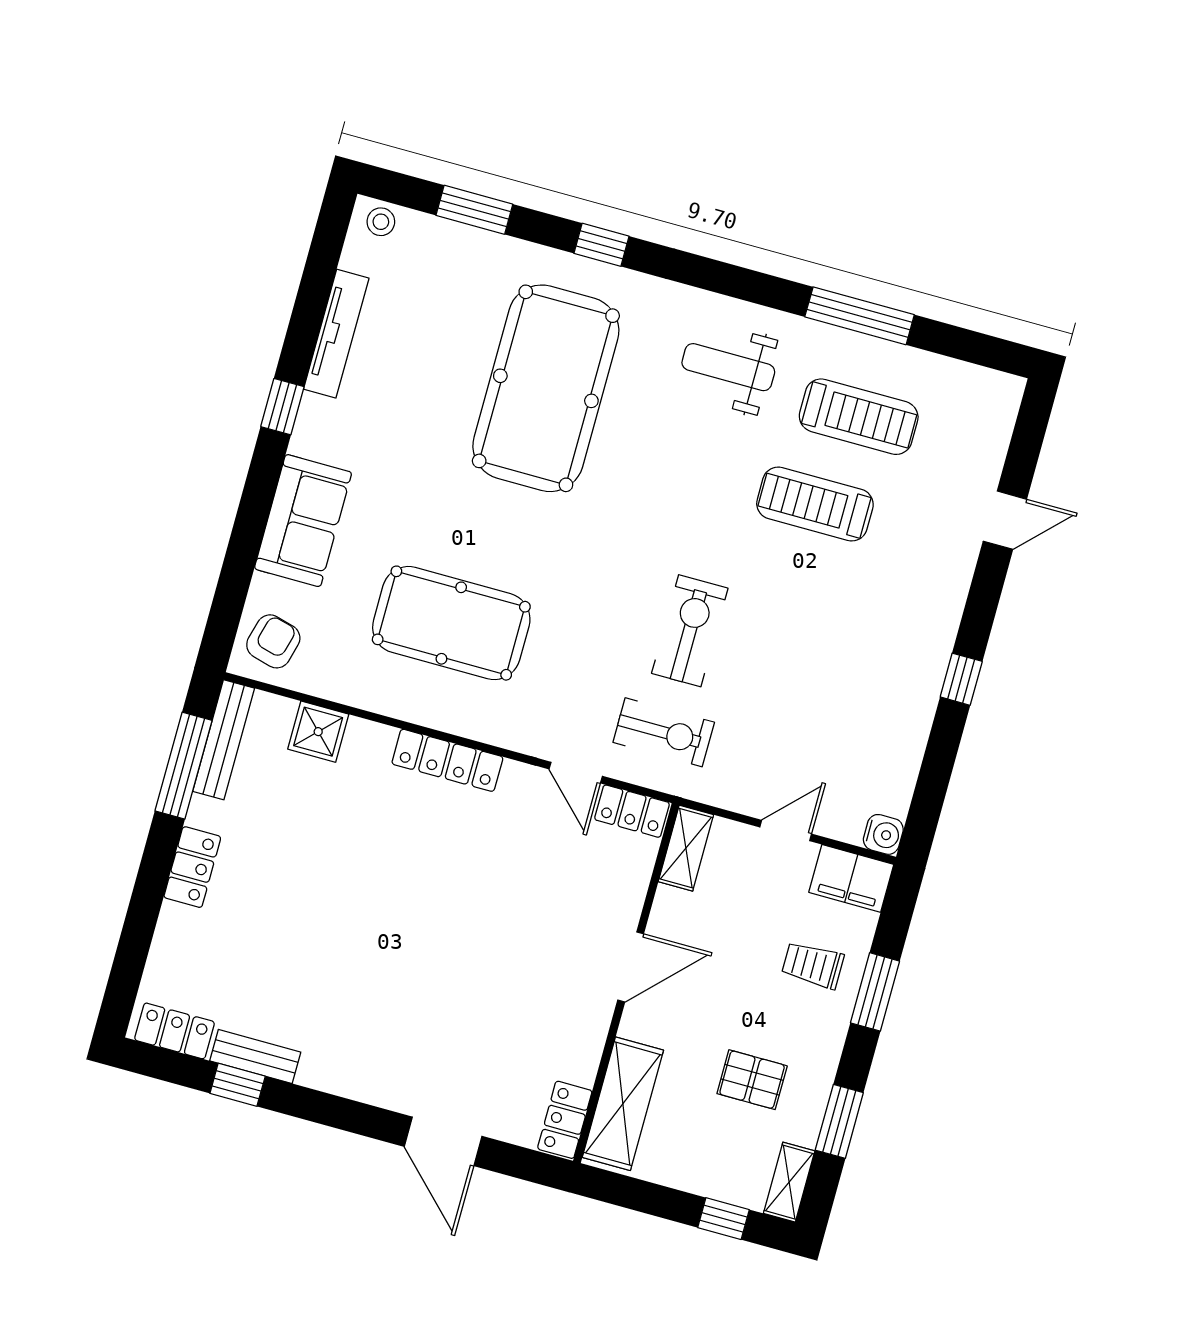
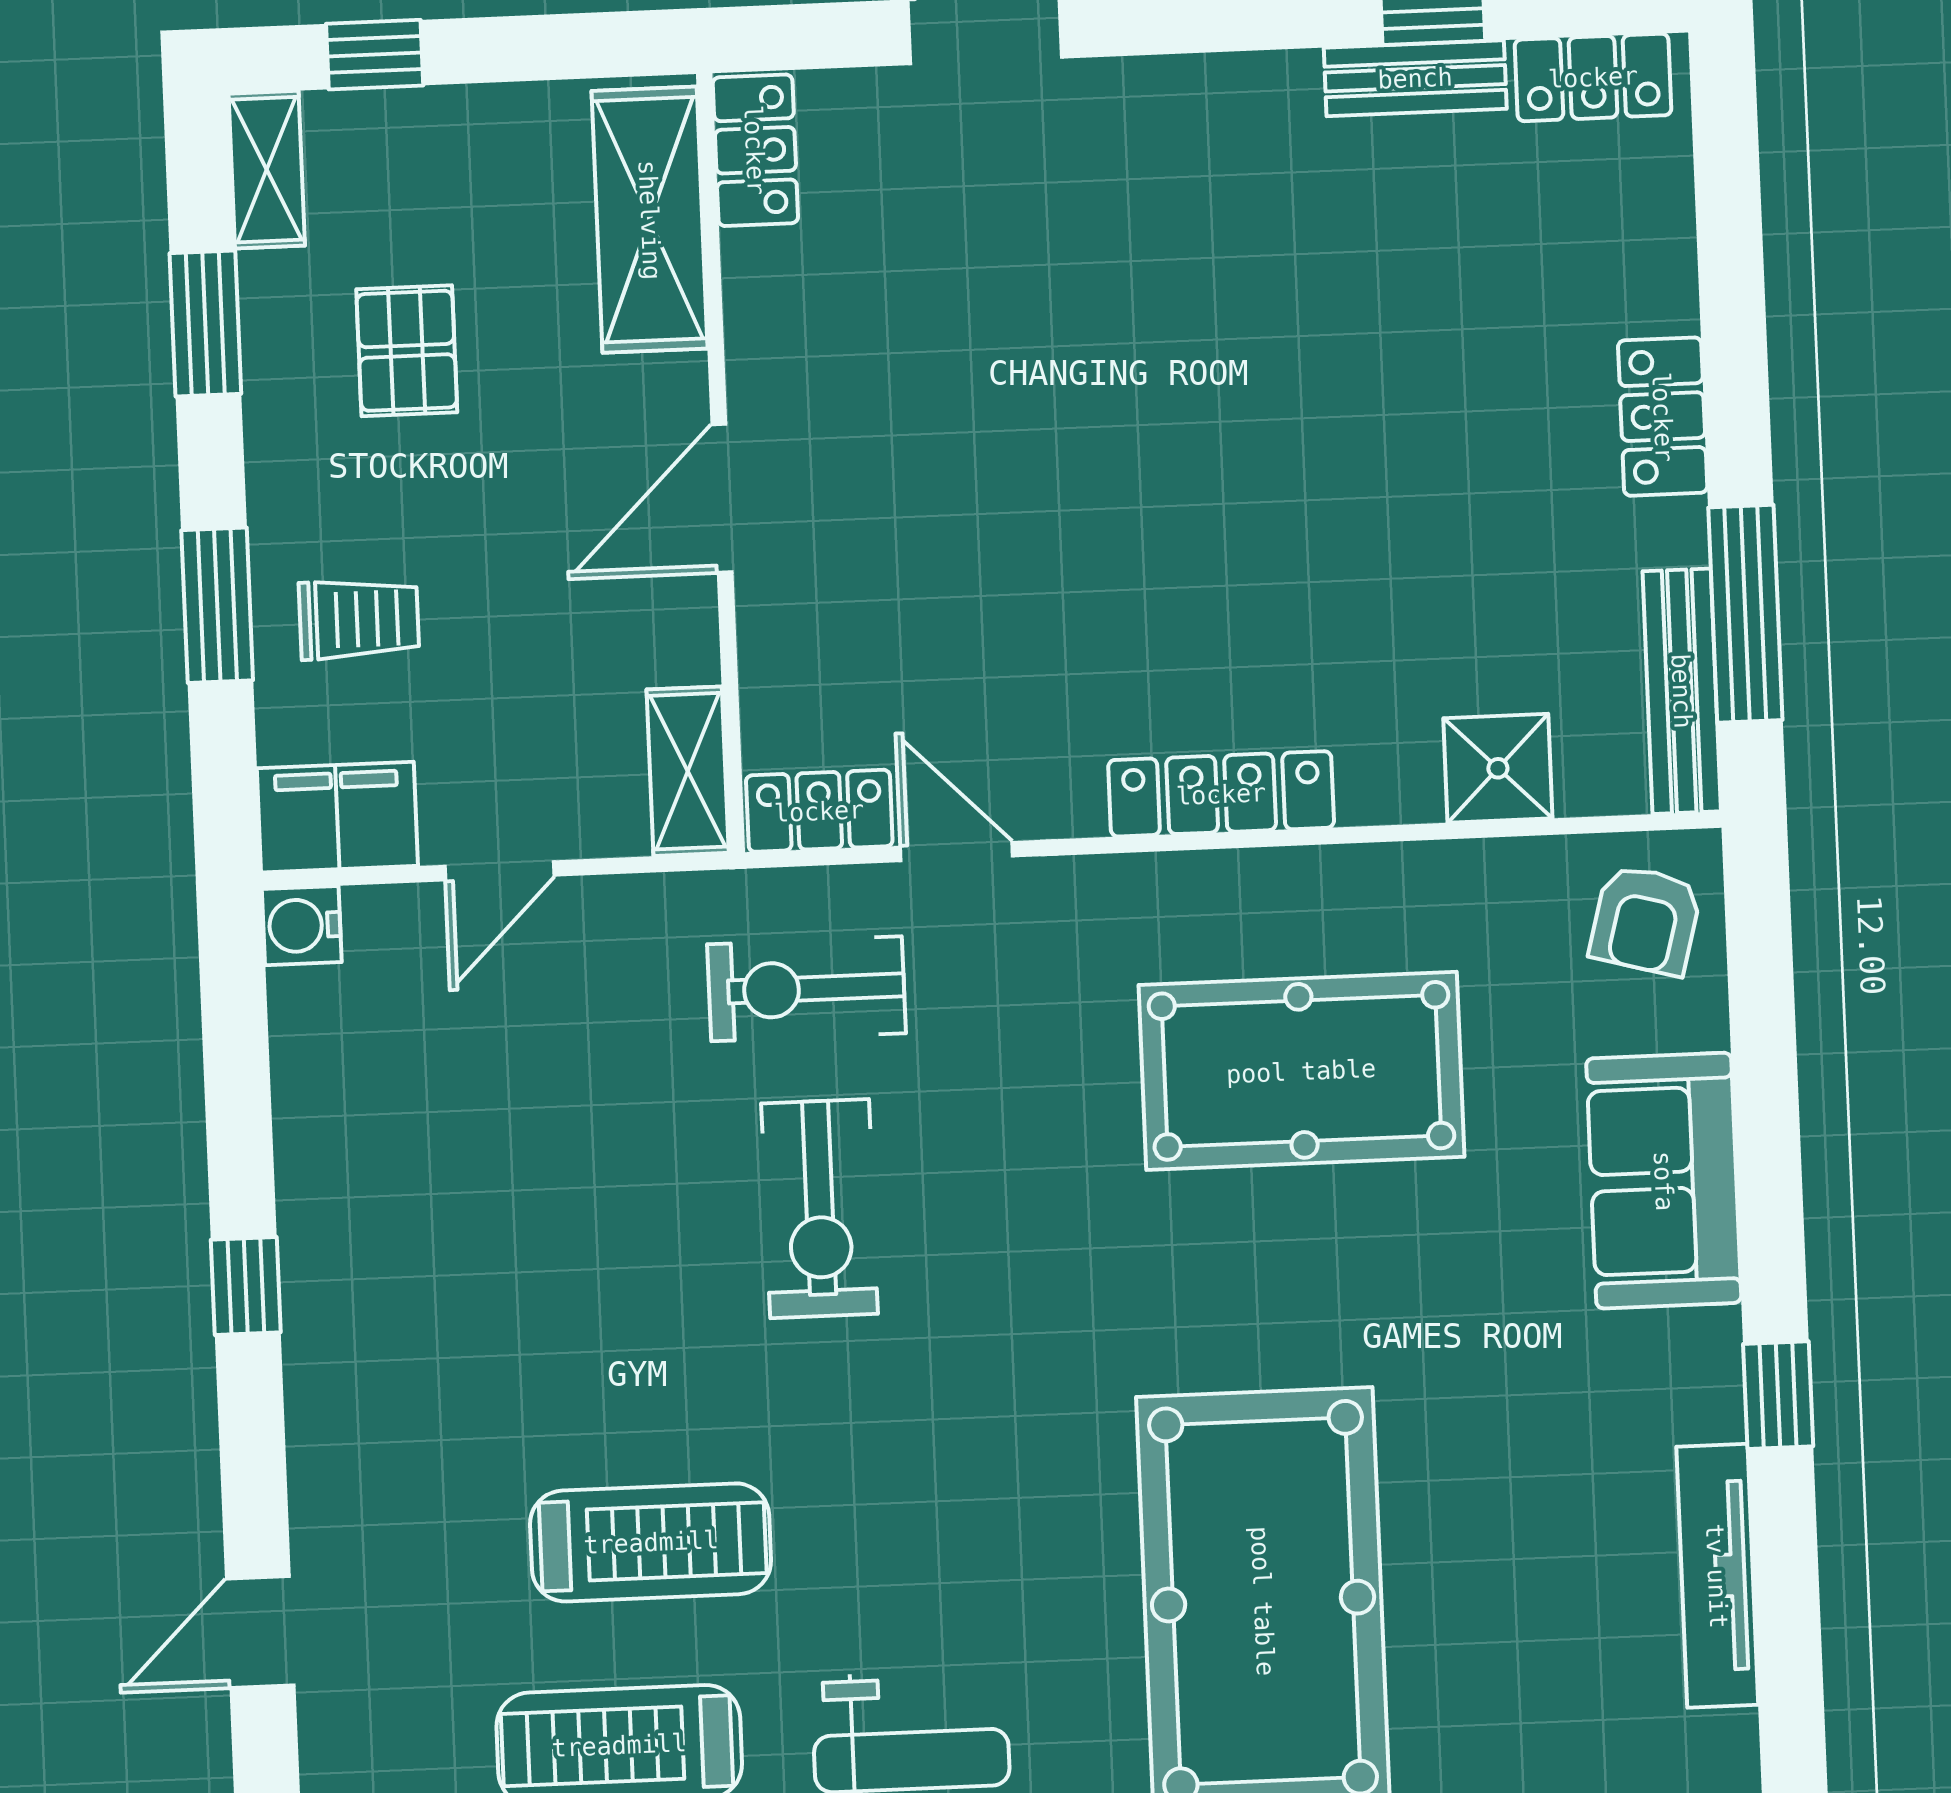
pallet: (752, 1080) -> (407, 351), turned 90

